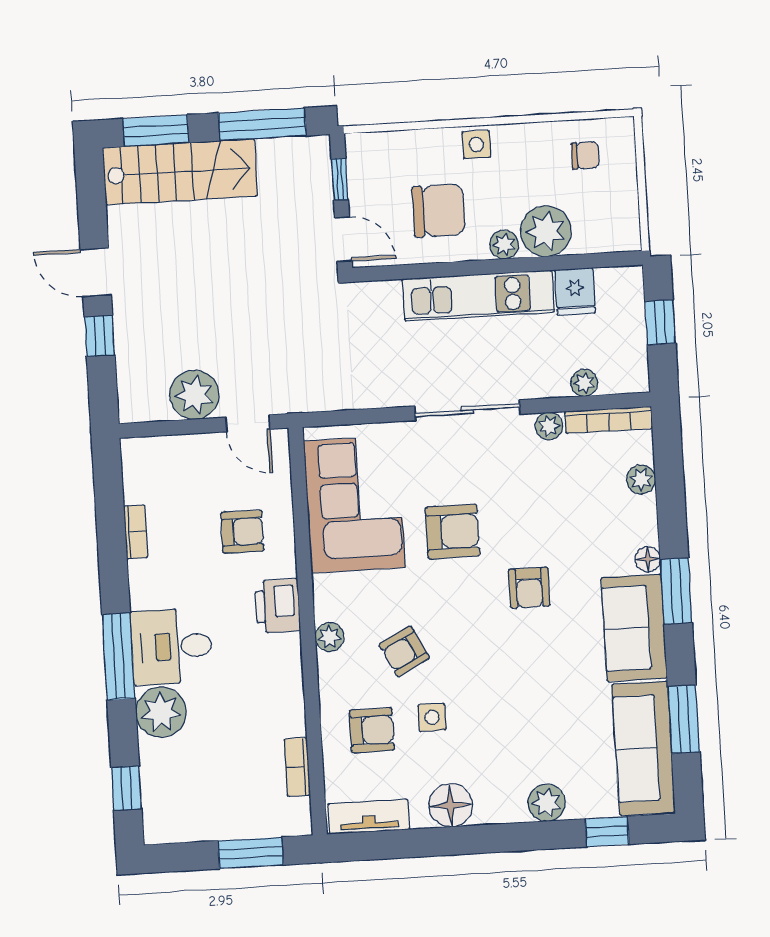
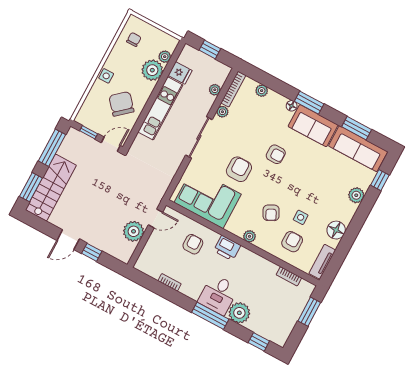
chair: (439, 211) -> (121, 104), turned -41
plant: (504, 245) -> (165, 57), moved

